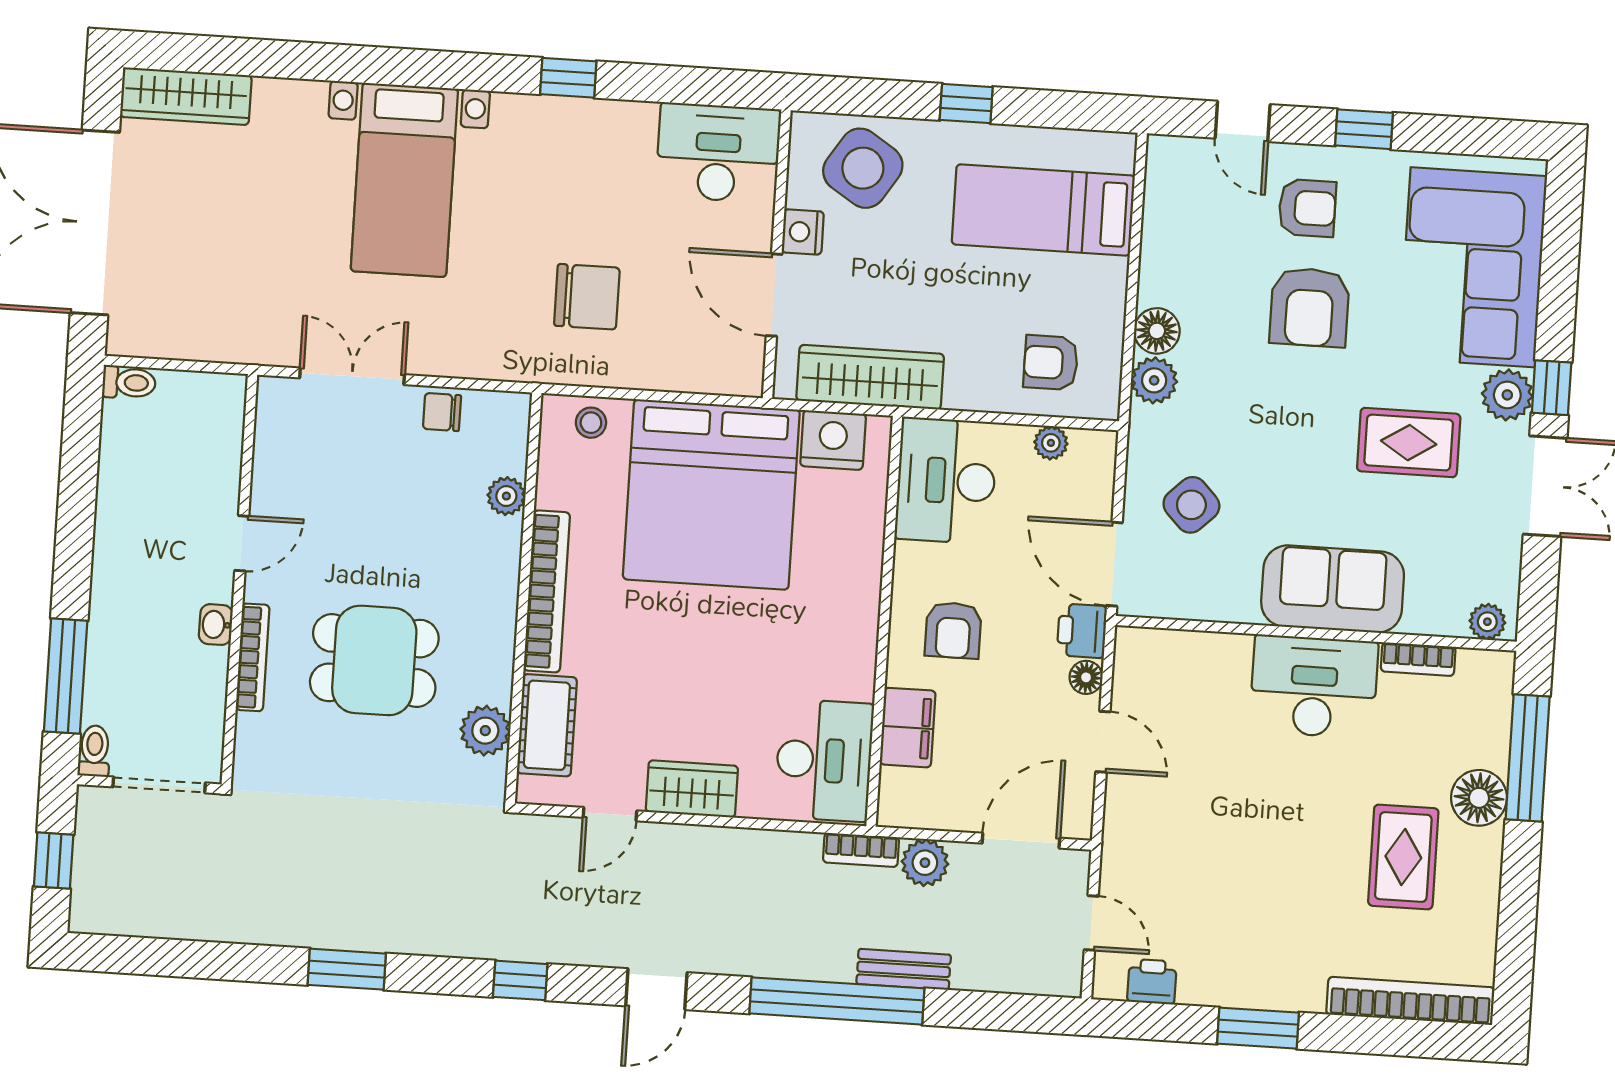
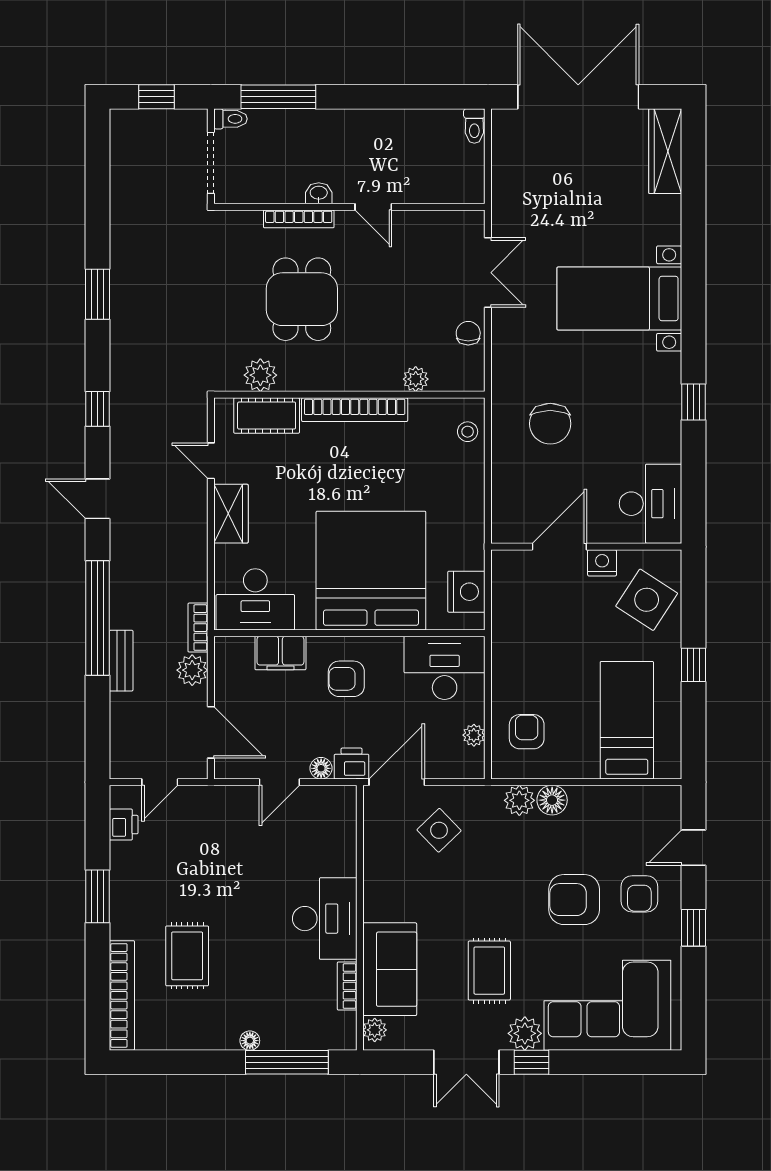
wardrobe: (870, 377) -> (509, 613), removed
bed: (711, 494) -> (371, 571), moved, turned 90
sofa: (1333, 589) -> (390, 969), moved
floor lamp: (1479, 798) -> (250, 1041), width x0.53, depth x0.53
rug: (1403, 857) -> (187, 956), moved, turned 90

